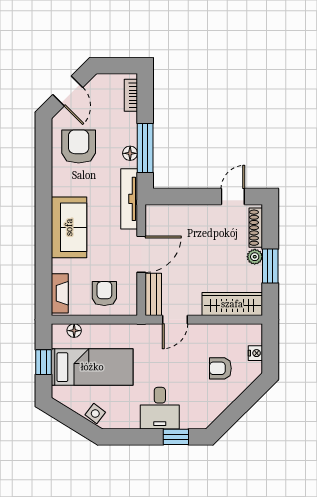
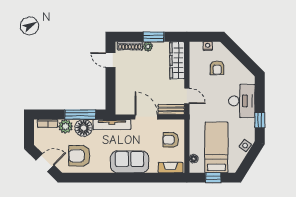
plant: (126, 124) -> (66, 126), added
floor lamp: (130, 153) -> (84, 128), width x1.89, depth x1.89
desk: (160, 408) -> (242, 101), width x1.37
window: (176, 437) -> (260, 120), moved

